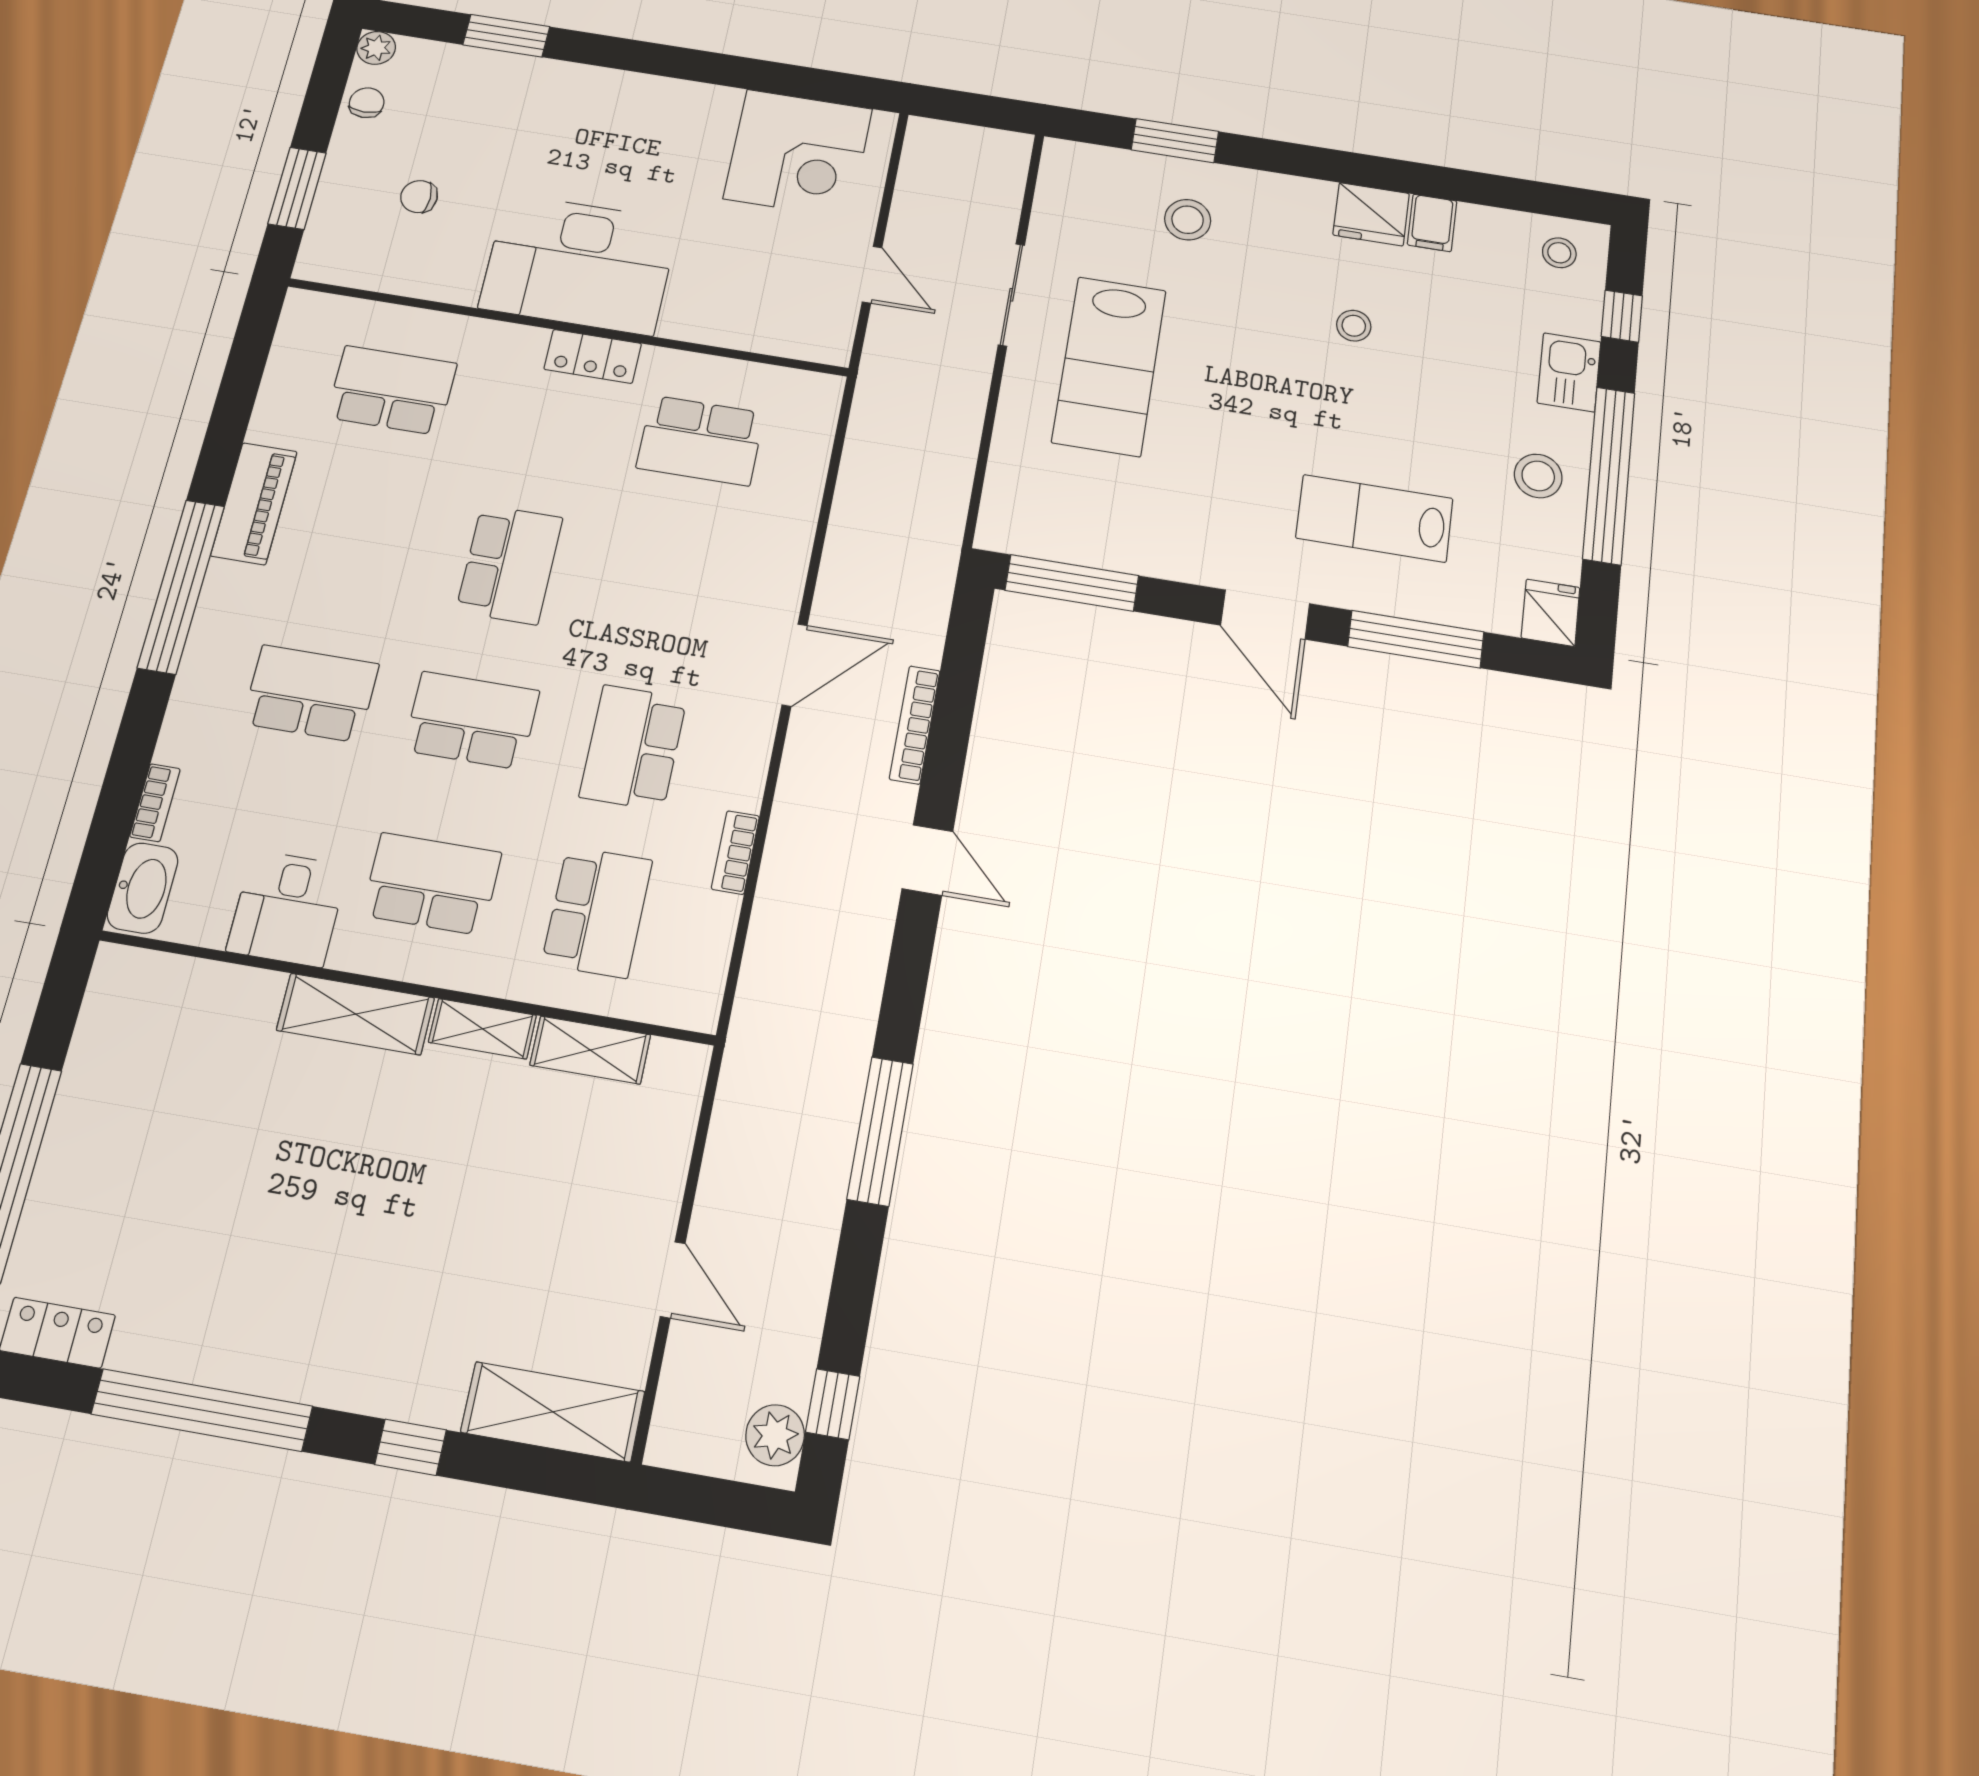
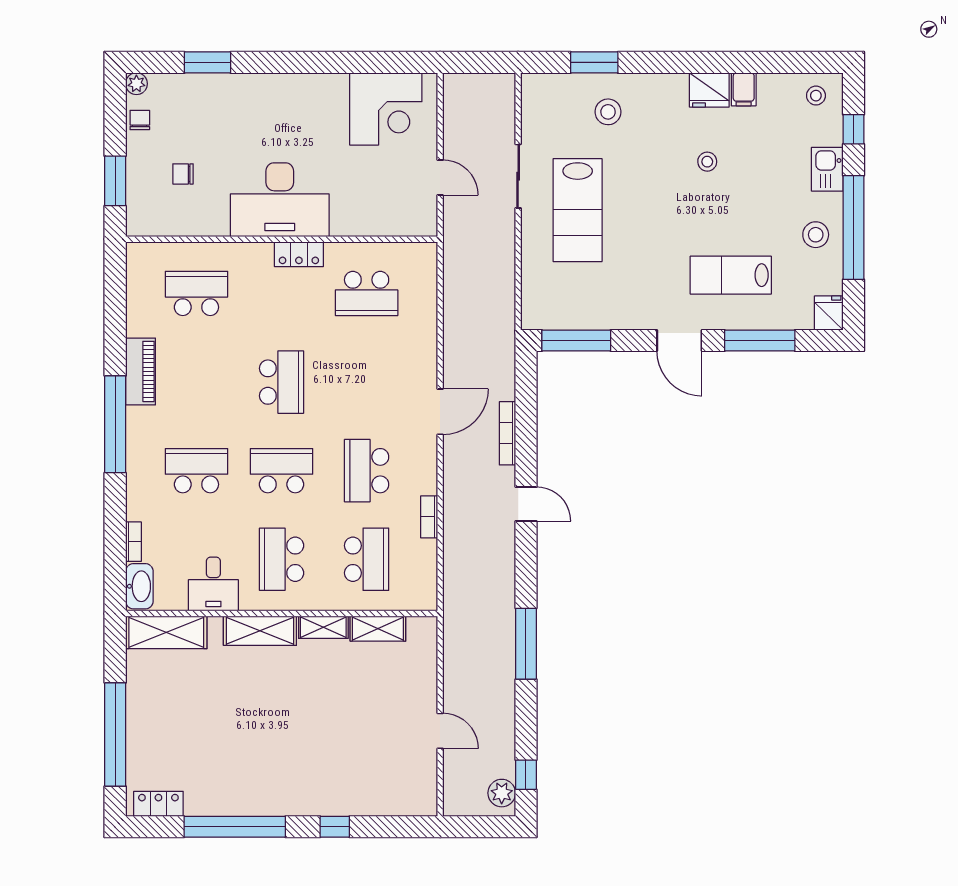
school desk: (432, 884) -> (282, 559), turned -90
shelving: (553, 1412) -> (166, 632), moved

